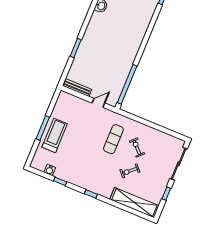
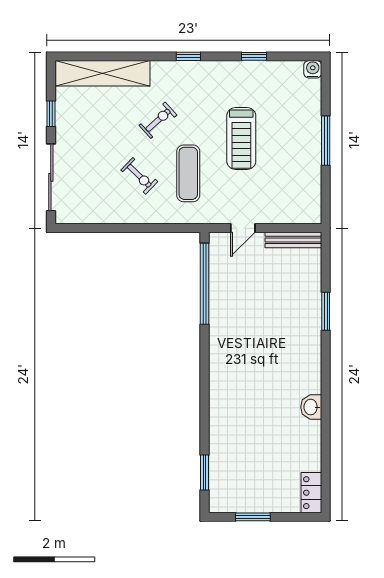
treadmill: (55, 135) -> (241, 138), moved
water cooler: (50, 170) -> (313, 69), moved
exercise bike: (130, 171) -> (158, 120), moved

